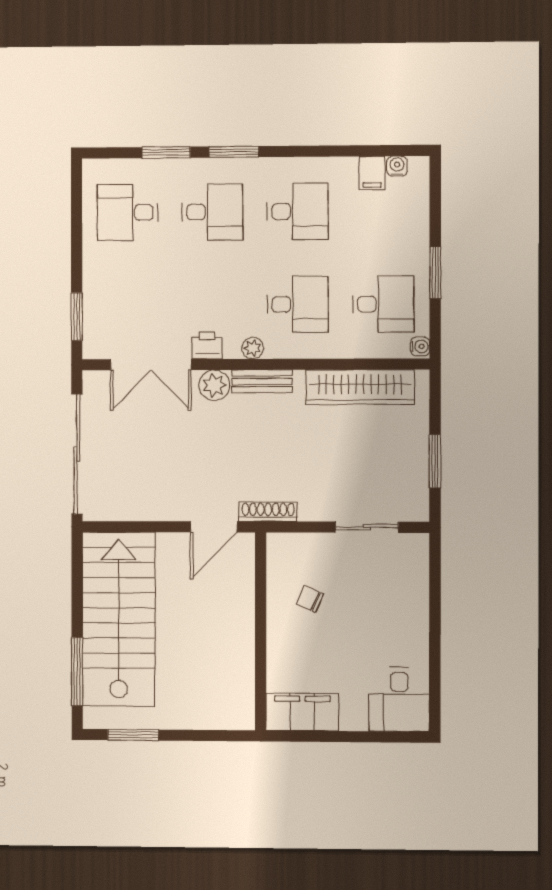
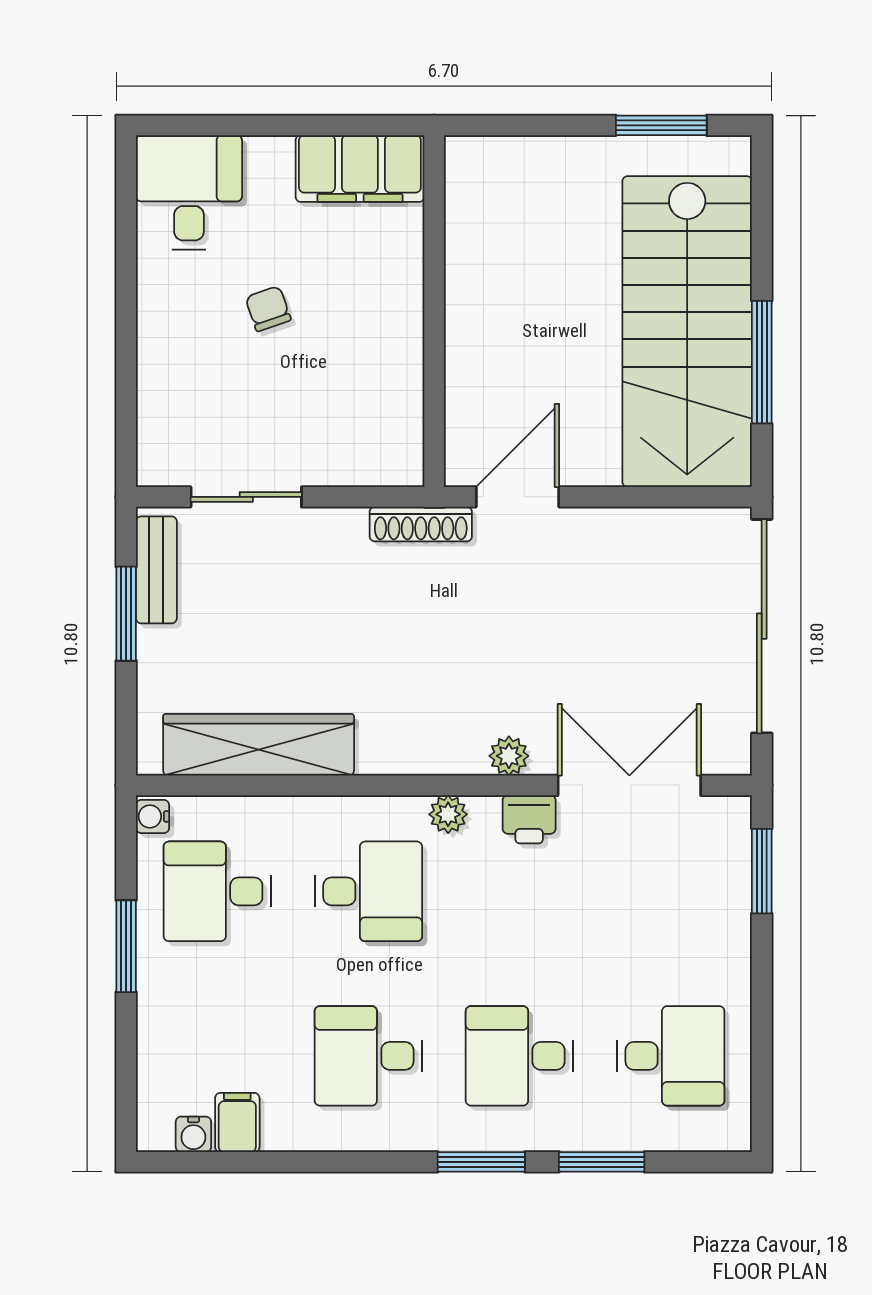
desk: (298, 304) -> (368, 891), turned 180
bench: (262, 381) -> (156, 570), moved, turned 90
plant: (214, 385) -> (509, 756), width x0.73, depth x0.73
chair: (310, 599) -> (268, 309), moved, turned -133
window: (77, 672) -> (762, 362), moved

